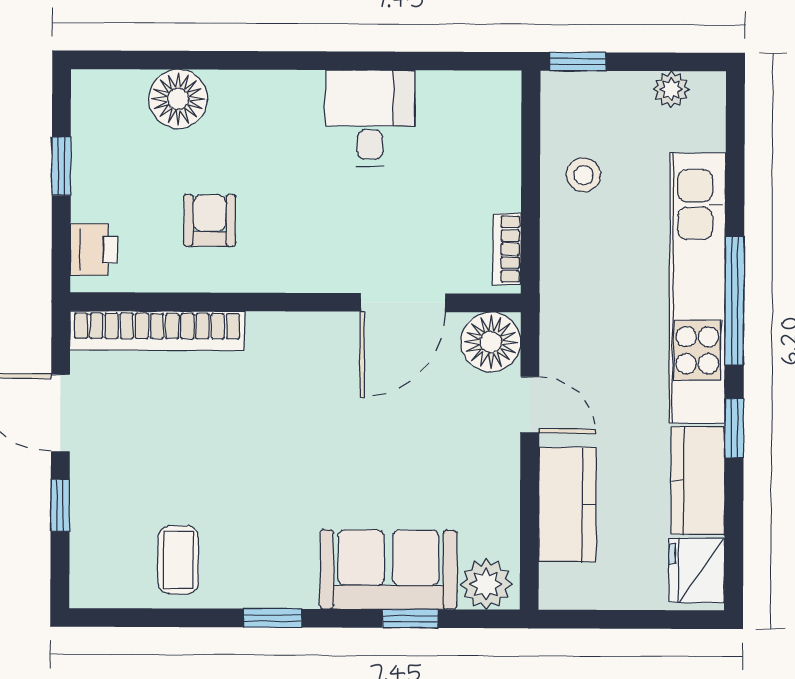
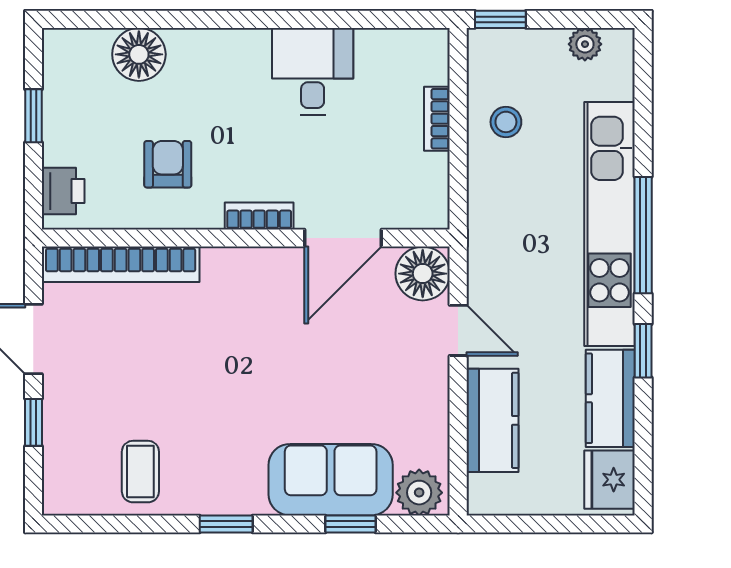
bookcase: (507, 249) -> (437, 119), moved
bookcase: (310, 278) -> (259, 216), added

